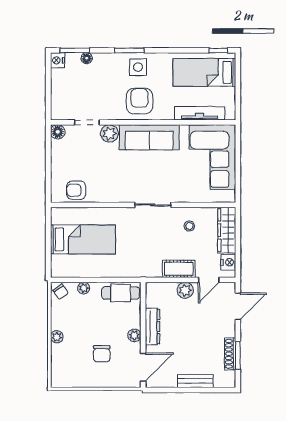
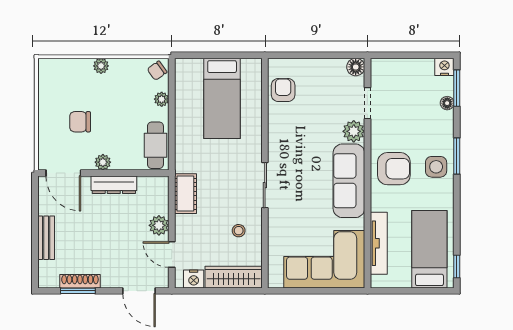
cot: (179, 269) -> (185, 194), moved

